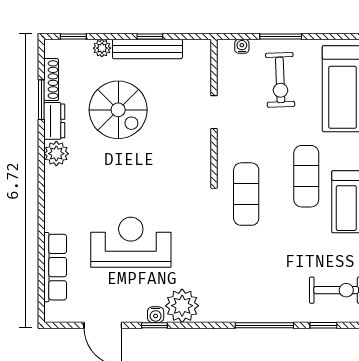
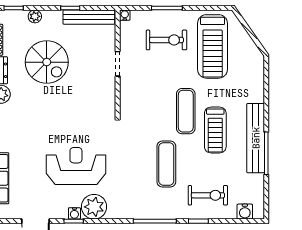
water cooler: (242, 46) -> (125, 15), moved
bench: (147, 49) -> (89, 17), moved
exercise bike: (280, 80) -> (166, 40), turned -88
exercise mat: (246, 194) -> (166, 164), moved
reception desk: (131, 242) -> (76, 166), moved

